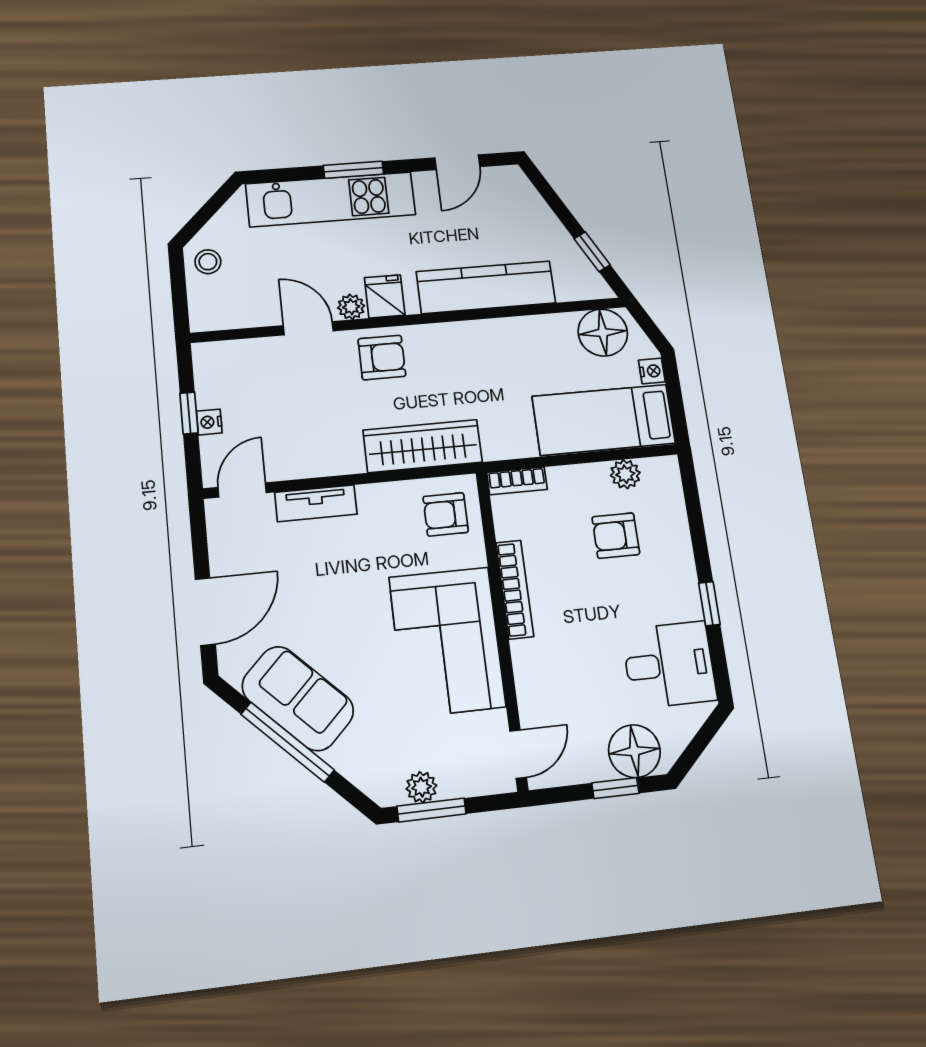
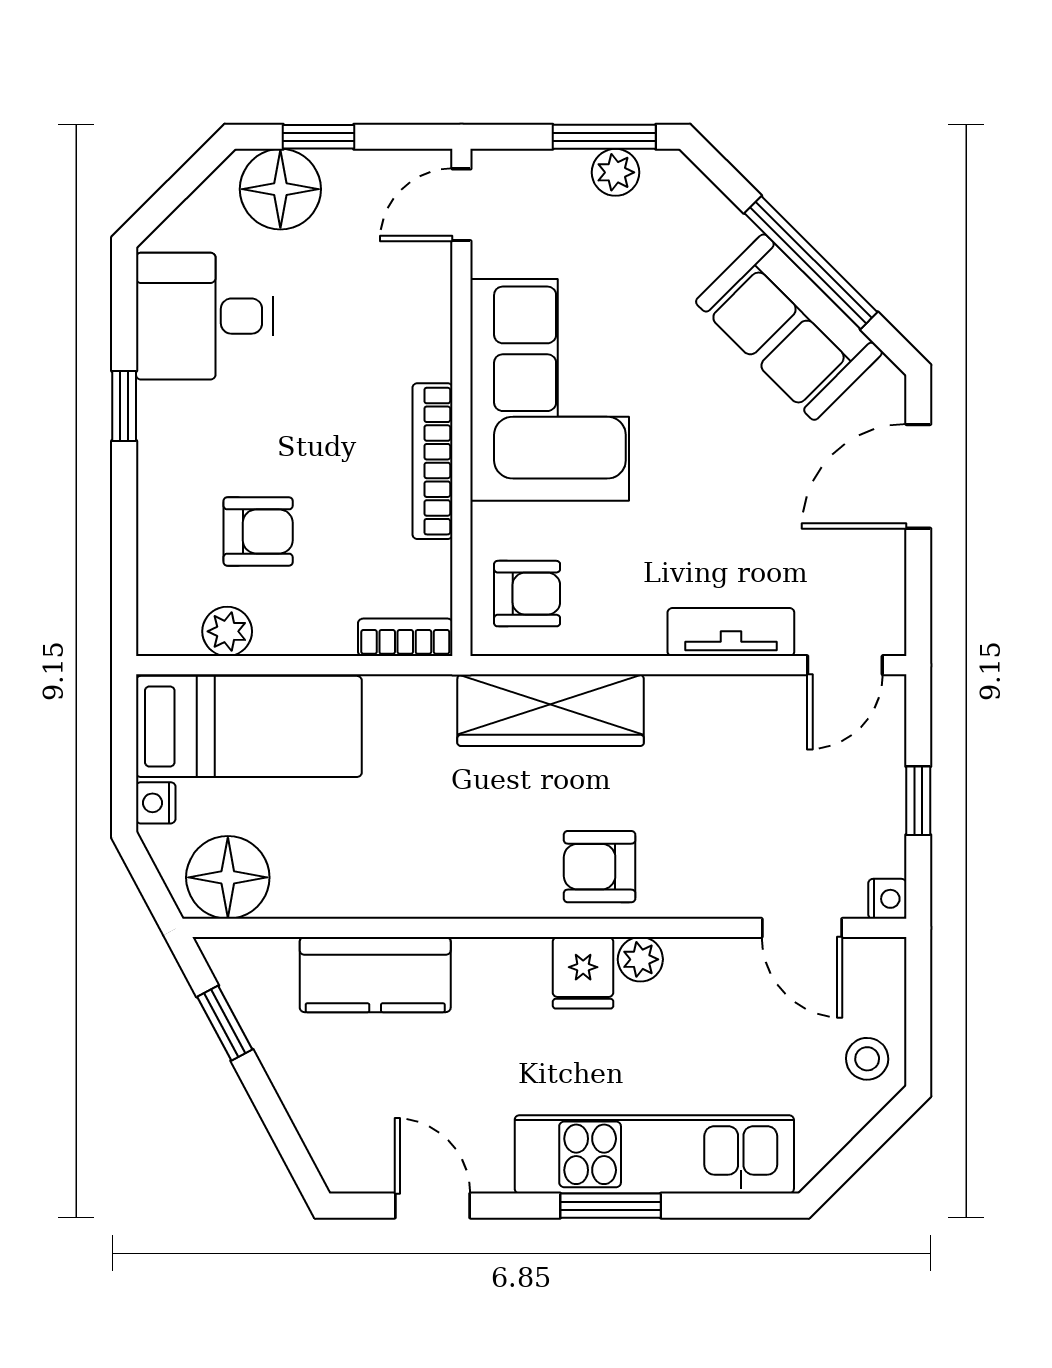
door: (457, 162) -> (433, 1206), hinge flipped
kitchen counter: (486, 287) -> (375, 975), width x0.67
door: (308, 328) -> (802, 928), moved
nightstand: (209, 422) -> (887, 899), moved

